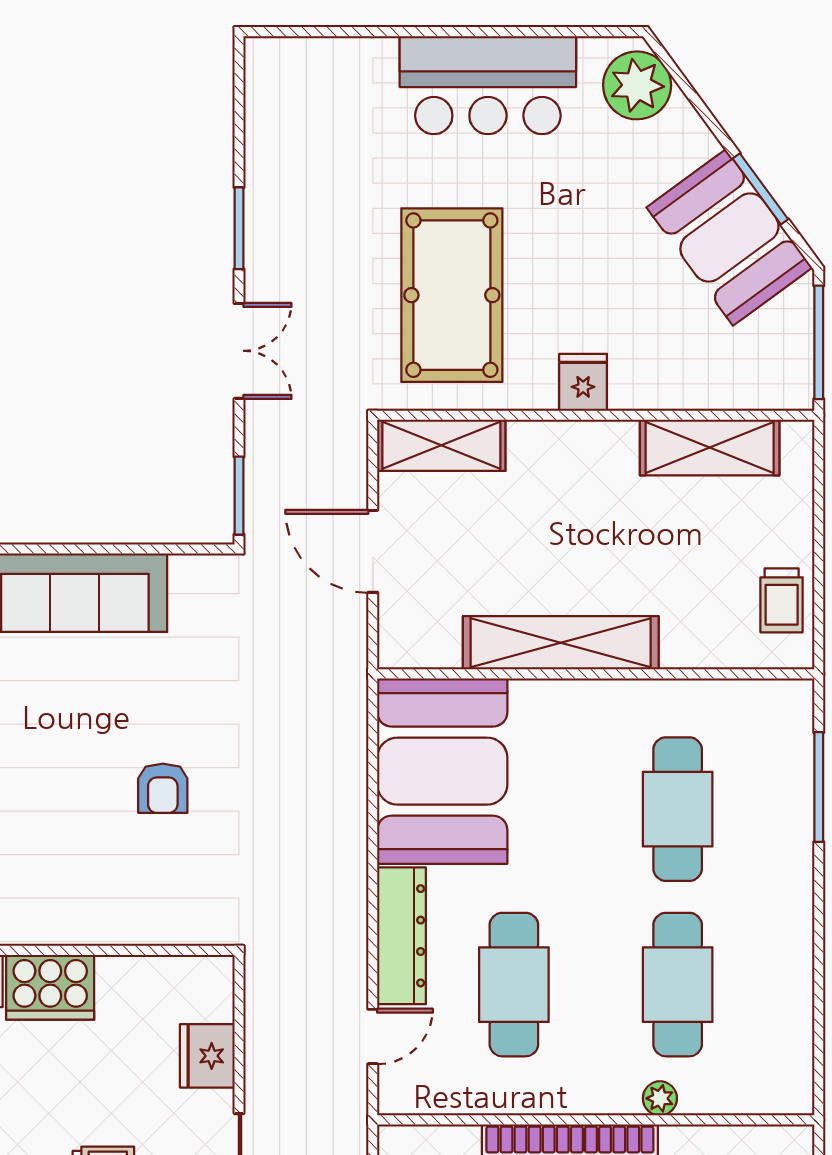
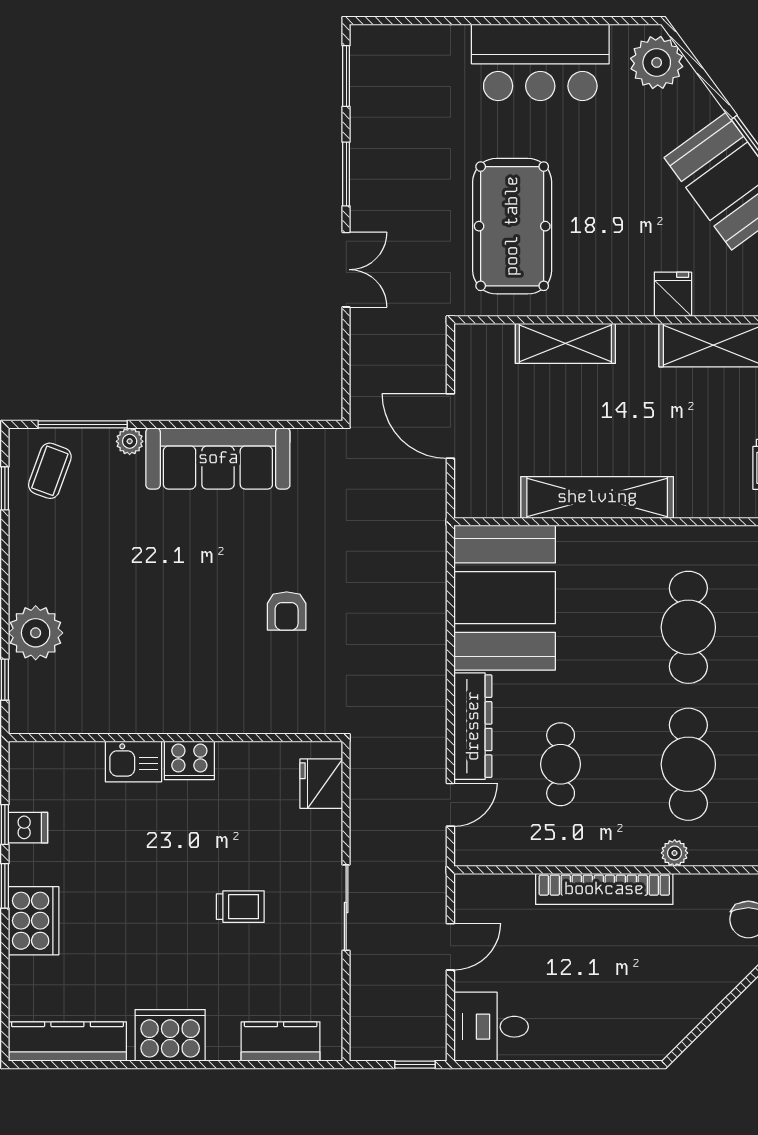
fridge: (583, 382) -> (673, 294), moved
shelving: (441, 445) -> (565, 343), moved
window: (239, 496) -> (346, 76), moved
cafe table: (514, 985) -> (561, 764), width x0.73, depth x0.74
cooker: (50, 987) -> (189, 760), width x0.73, depth x0.76
fridge: (207, 1056) -> (321, 784), moved

